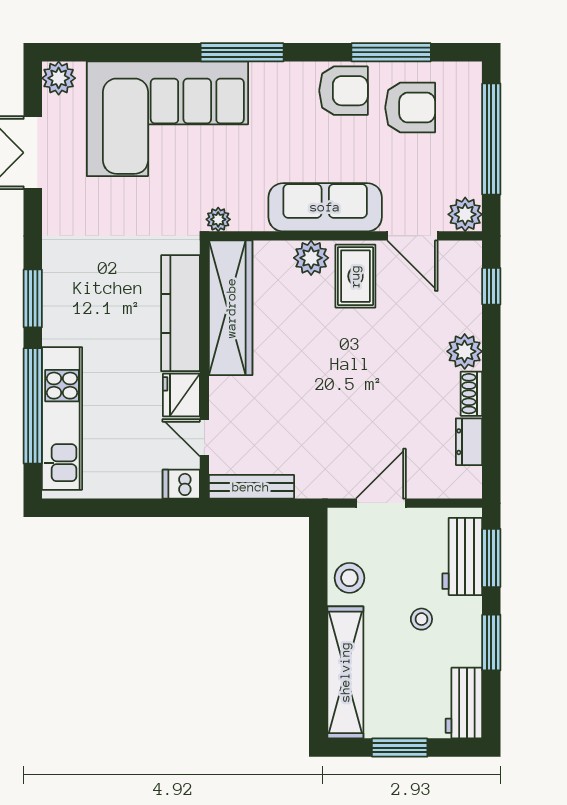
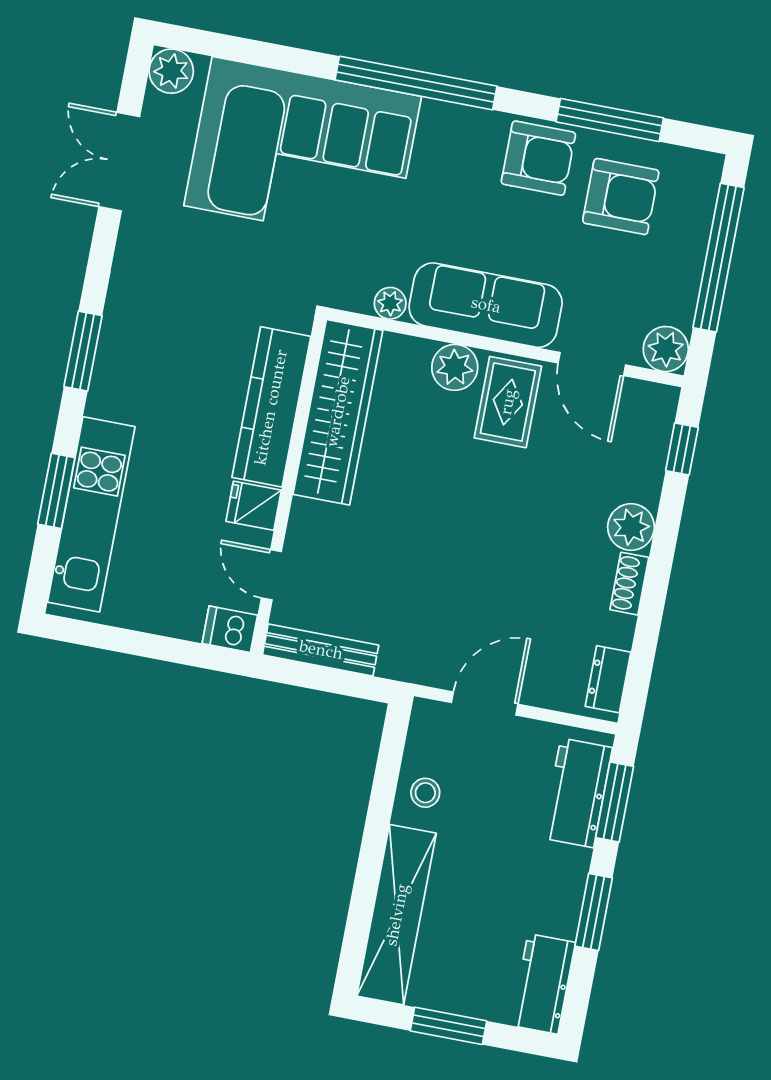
window: (242, 52) -> (416, 83), width x1.46
plant: (218, 219) -> (390, 303), moved
fridge: (181, 395) -> (254, 506), width x0.72
window: (33, 406) -> (56, 491), width x0.47
dresser: (469, 442) -> (608, 679), moved
stool: (349, 578) -> (425, 793), width x0.73, depth x0.73
stool: (421, 619) -> (509, 864), removed

